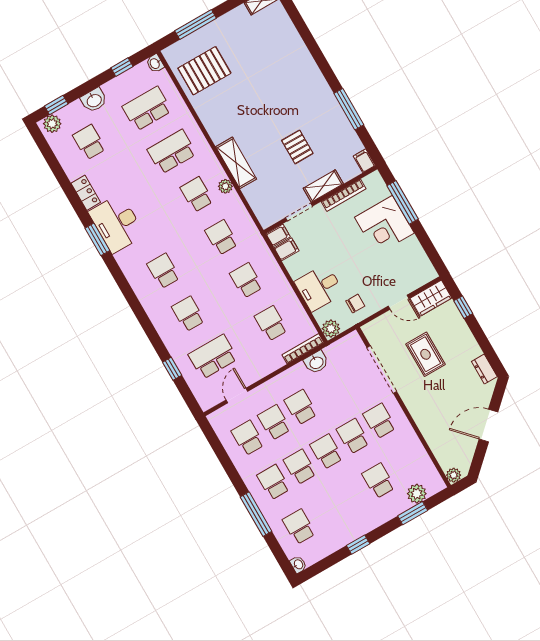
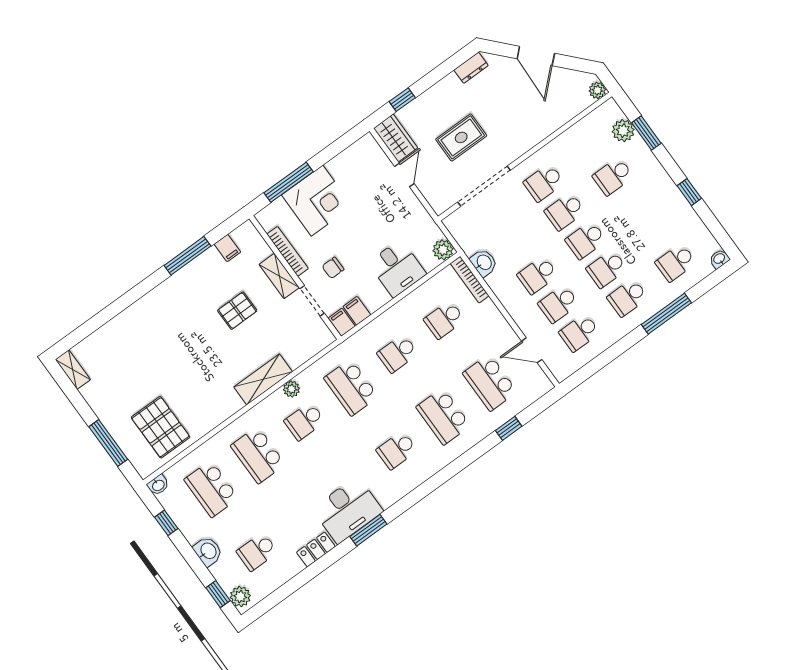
filing cabinet: (364, 161) -> (227, 248), moved, turned -90
school desk: (221, 237) -> (351, 387), width x1.85
chair: (355, 304) -> (333, 268), moved, turned -90
school desk: (188, 314) -> (443, 416), width x1.85

